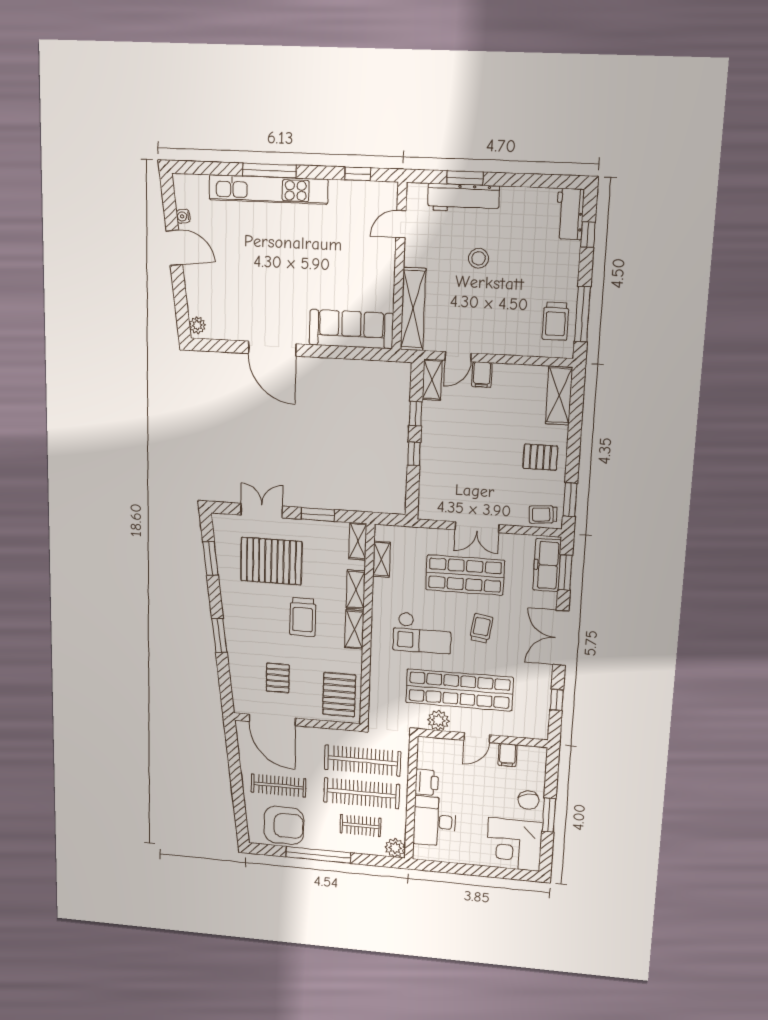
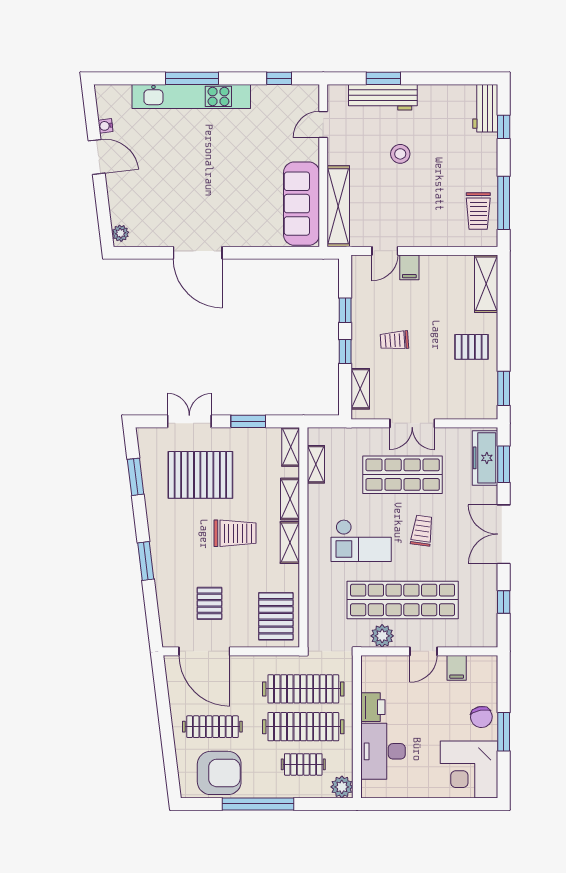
sofa: (351, 329) -> (302, 204), moved, turned -90
shelving: (432, 380) -> (360, 389), moved
trolley: (543, 514) -> (394, 340), moved
trolley: (303, 617) -> (235, 533), turned -90

